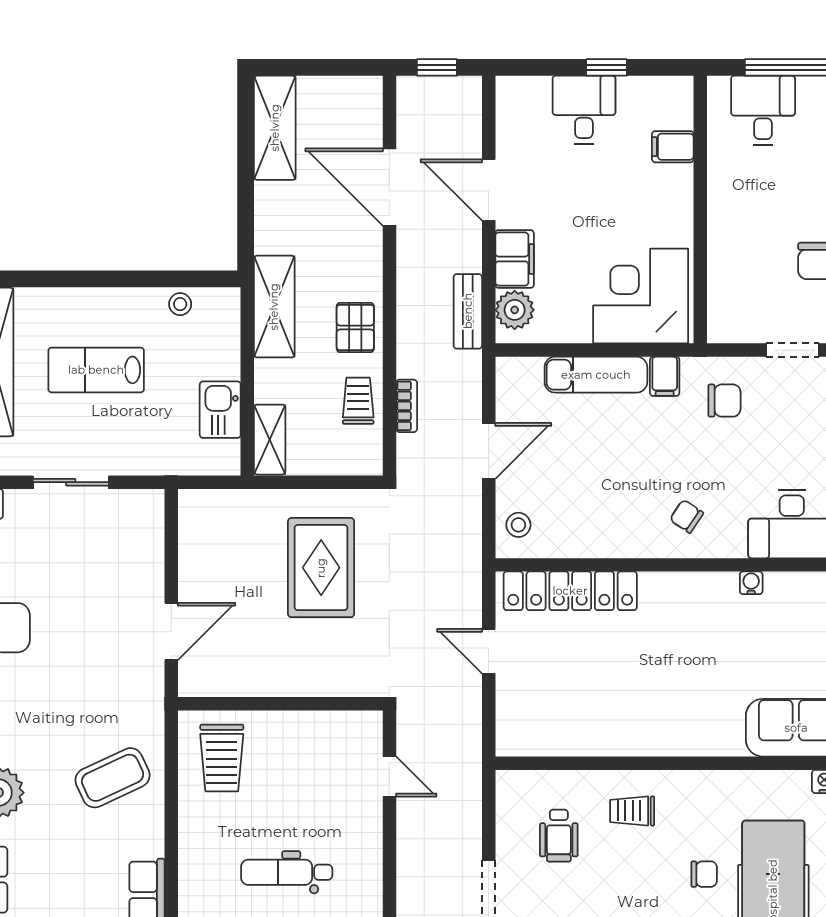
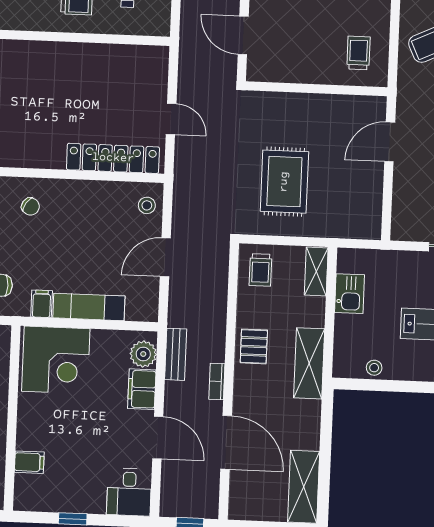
desk: (584, 110) -> (129, 492), moved
trolley: (358, 401) -> (260, 270), moved
bookcase: (407, 406) -> (217, 382), moved
trolley: (222, 758) -> (358, 53), width x0.73, depth x0.72
door: (389, 776) -> (243, 35), width x1.38

